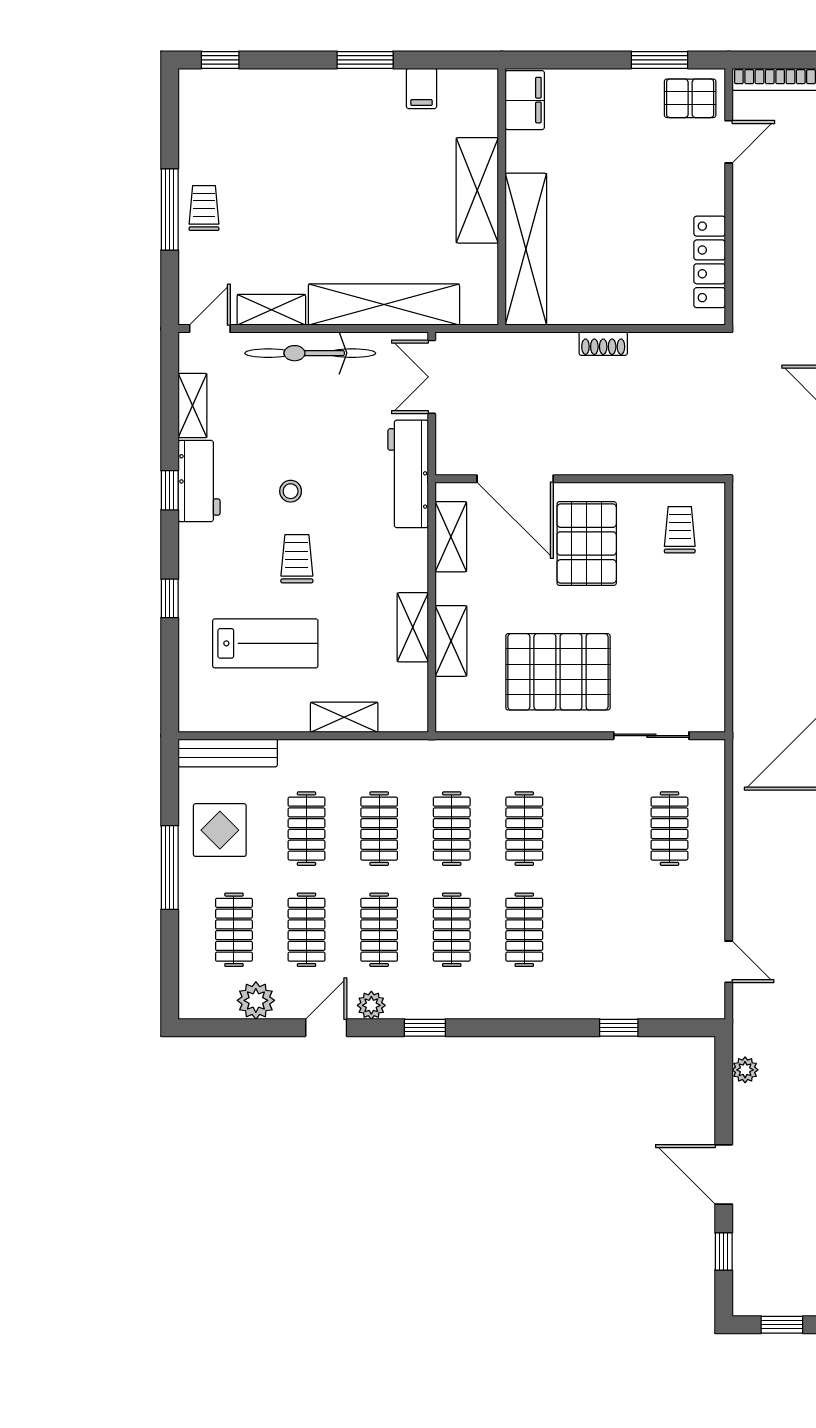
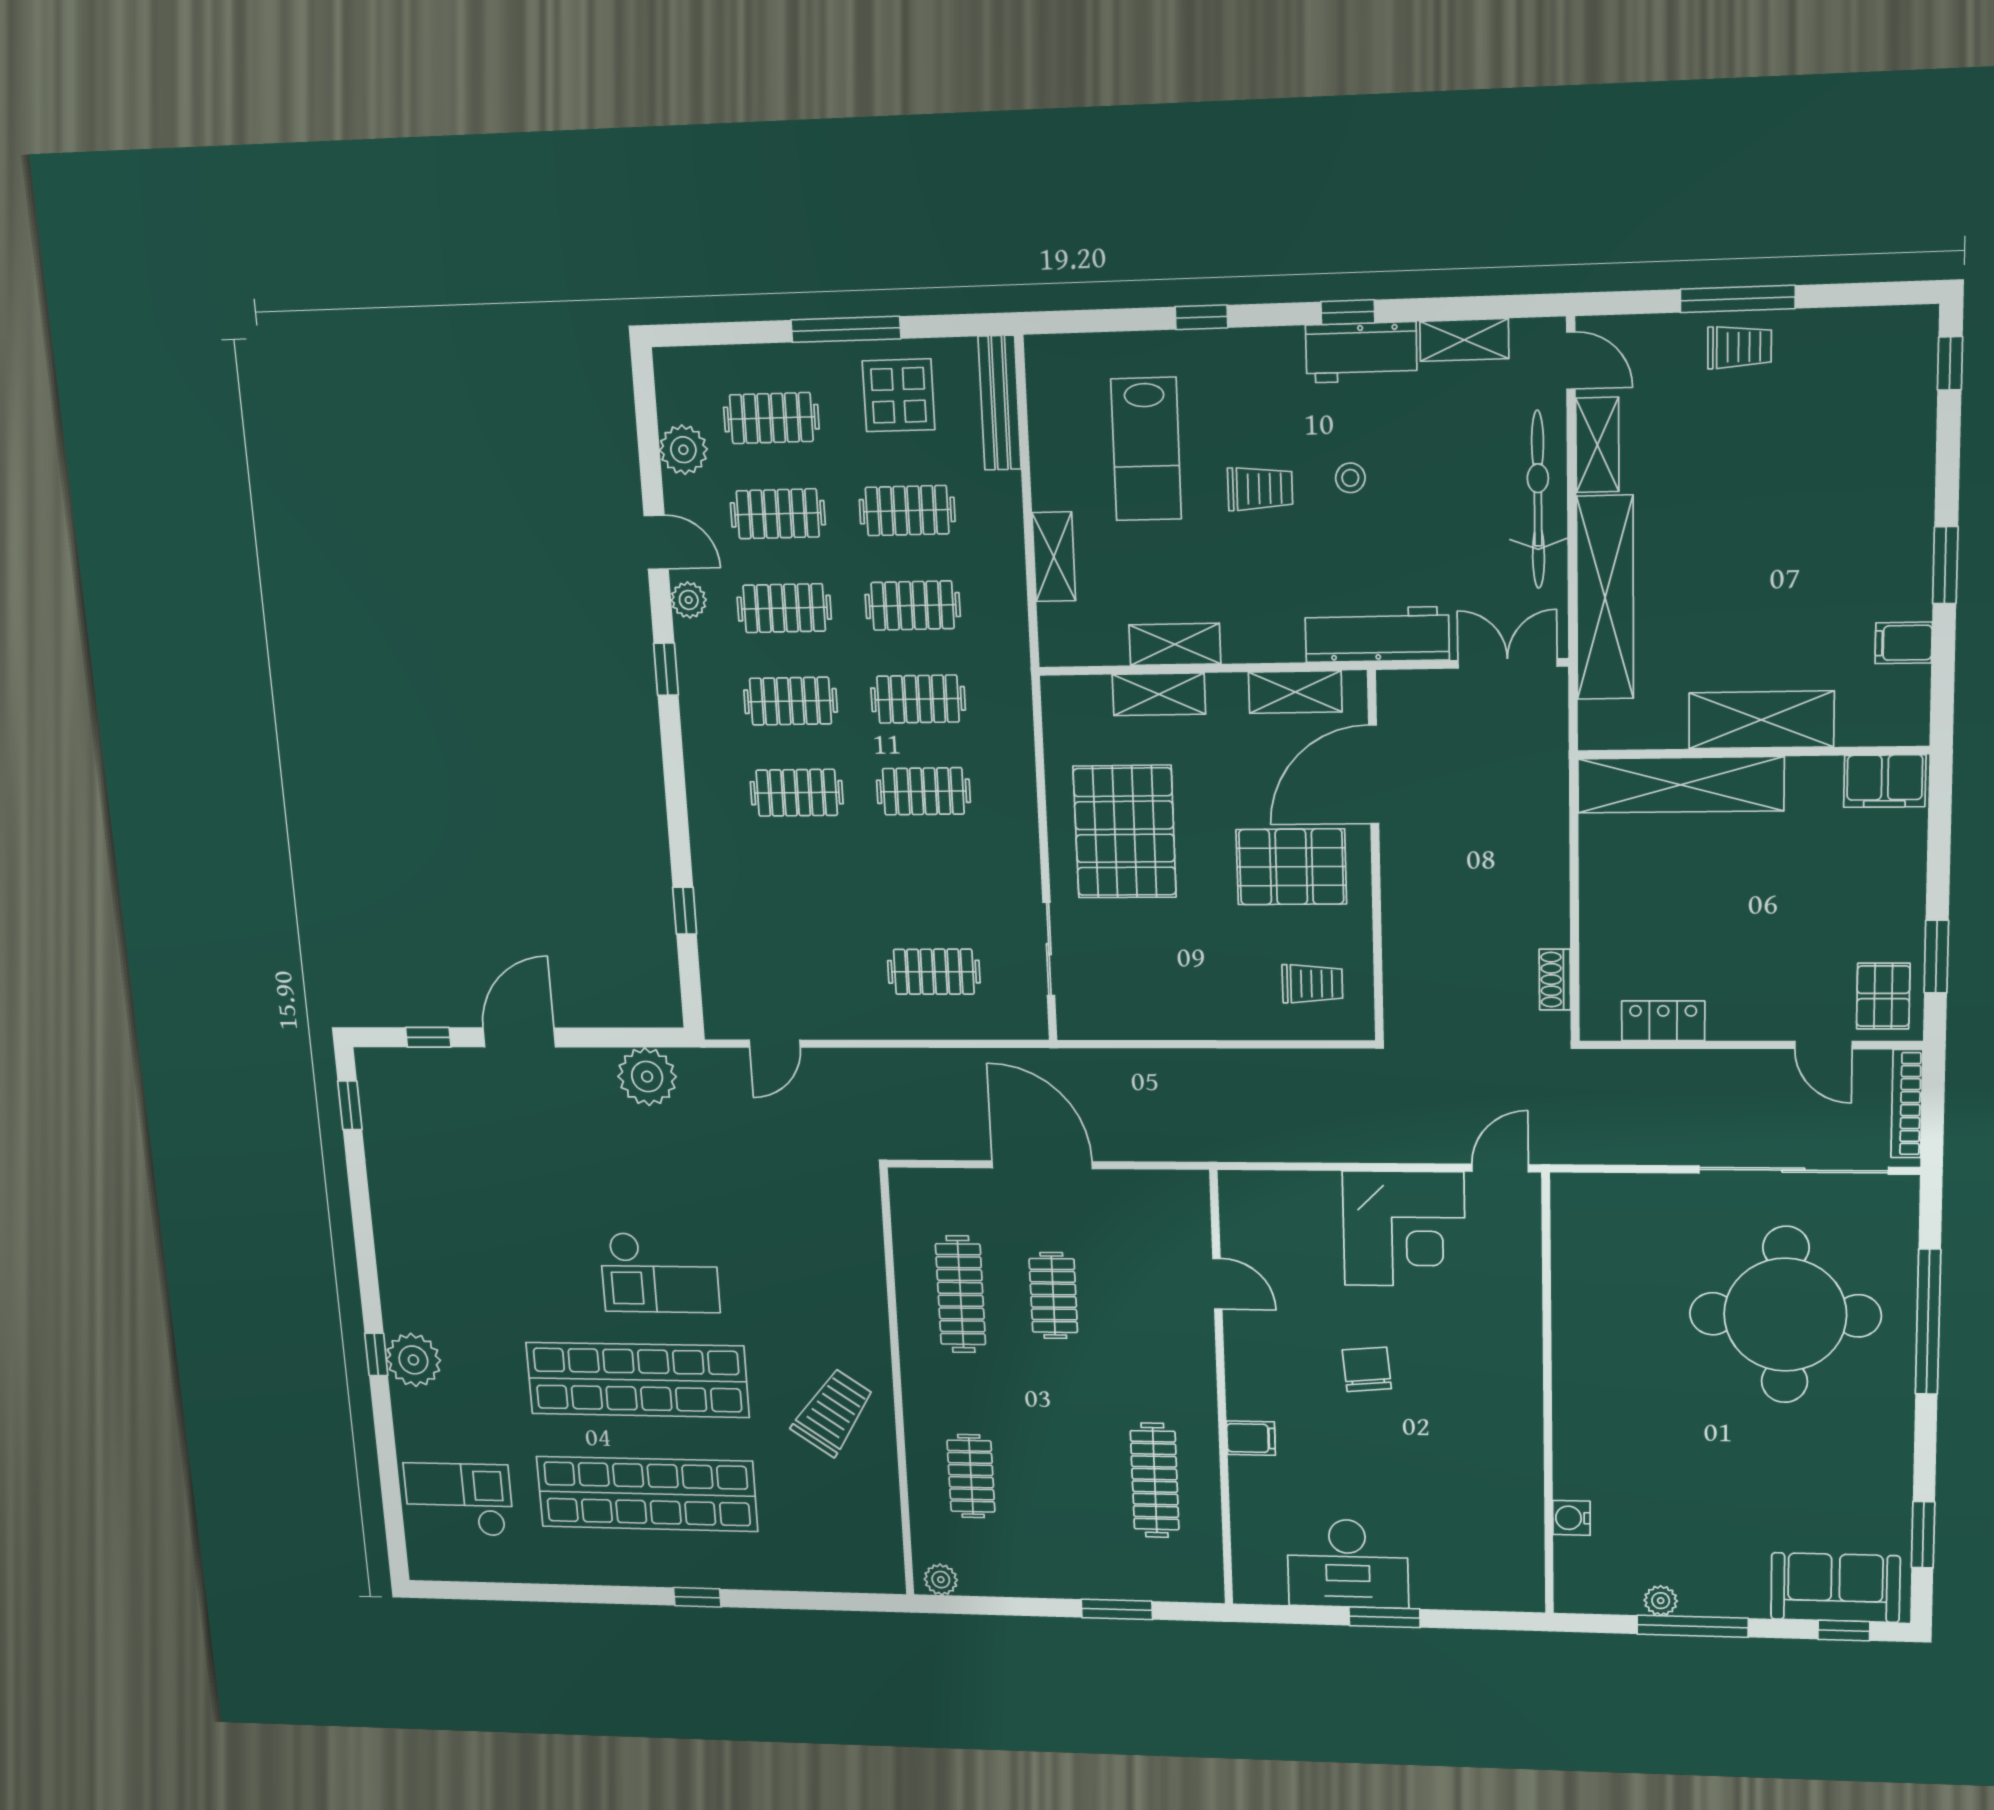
locker: (710, 262) -> (1663, 1021), width x0.66
shoe rack: (603, 344) -> (1555, 980), moved
plant: (745, 1070) -> (647, 1077), width x1.87, depth x1.87

